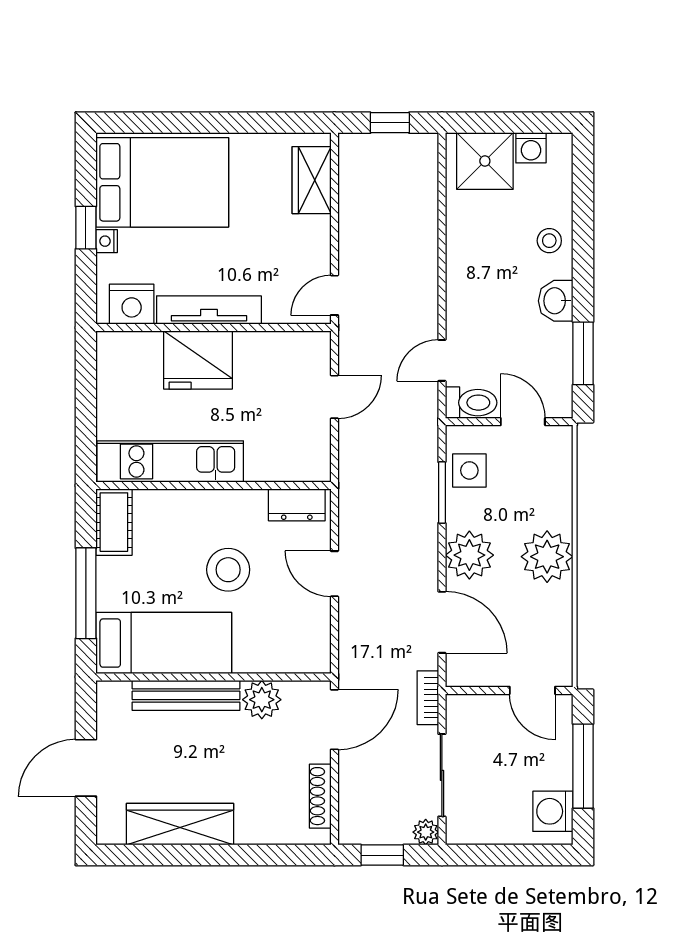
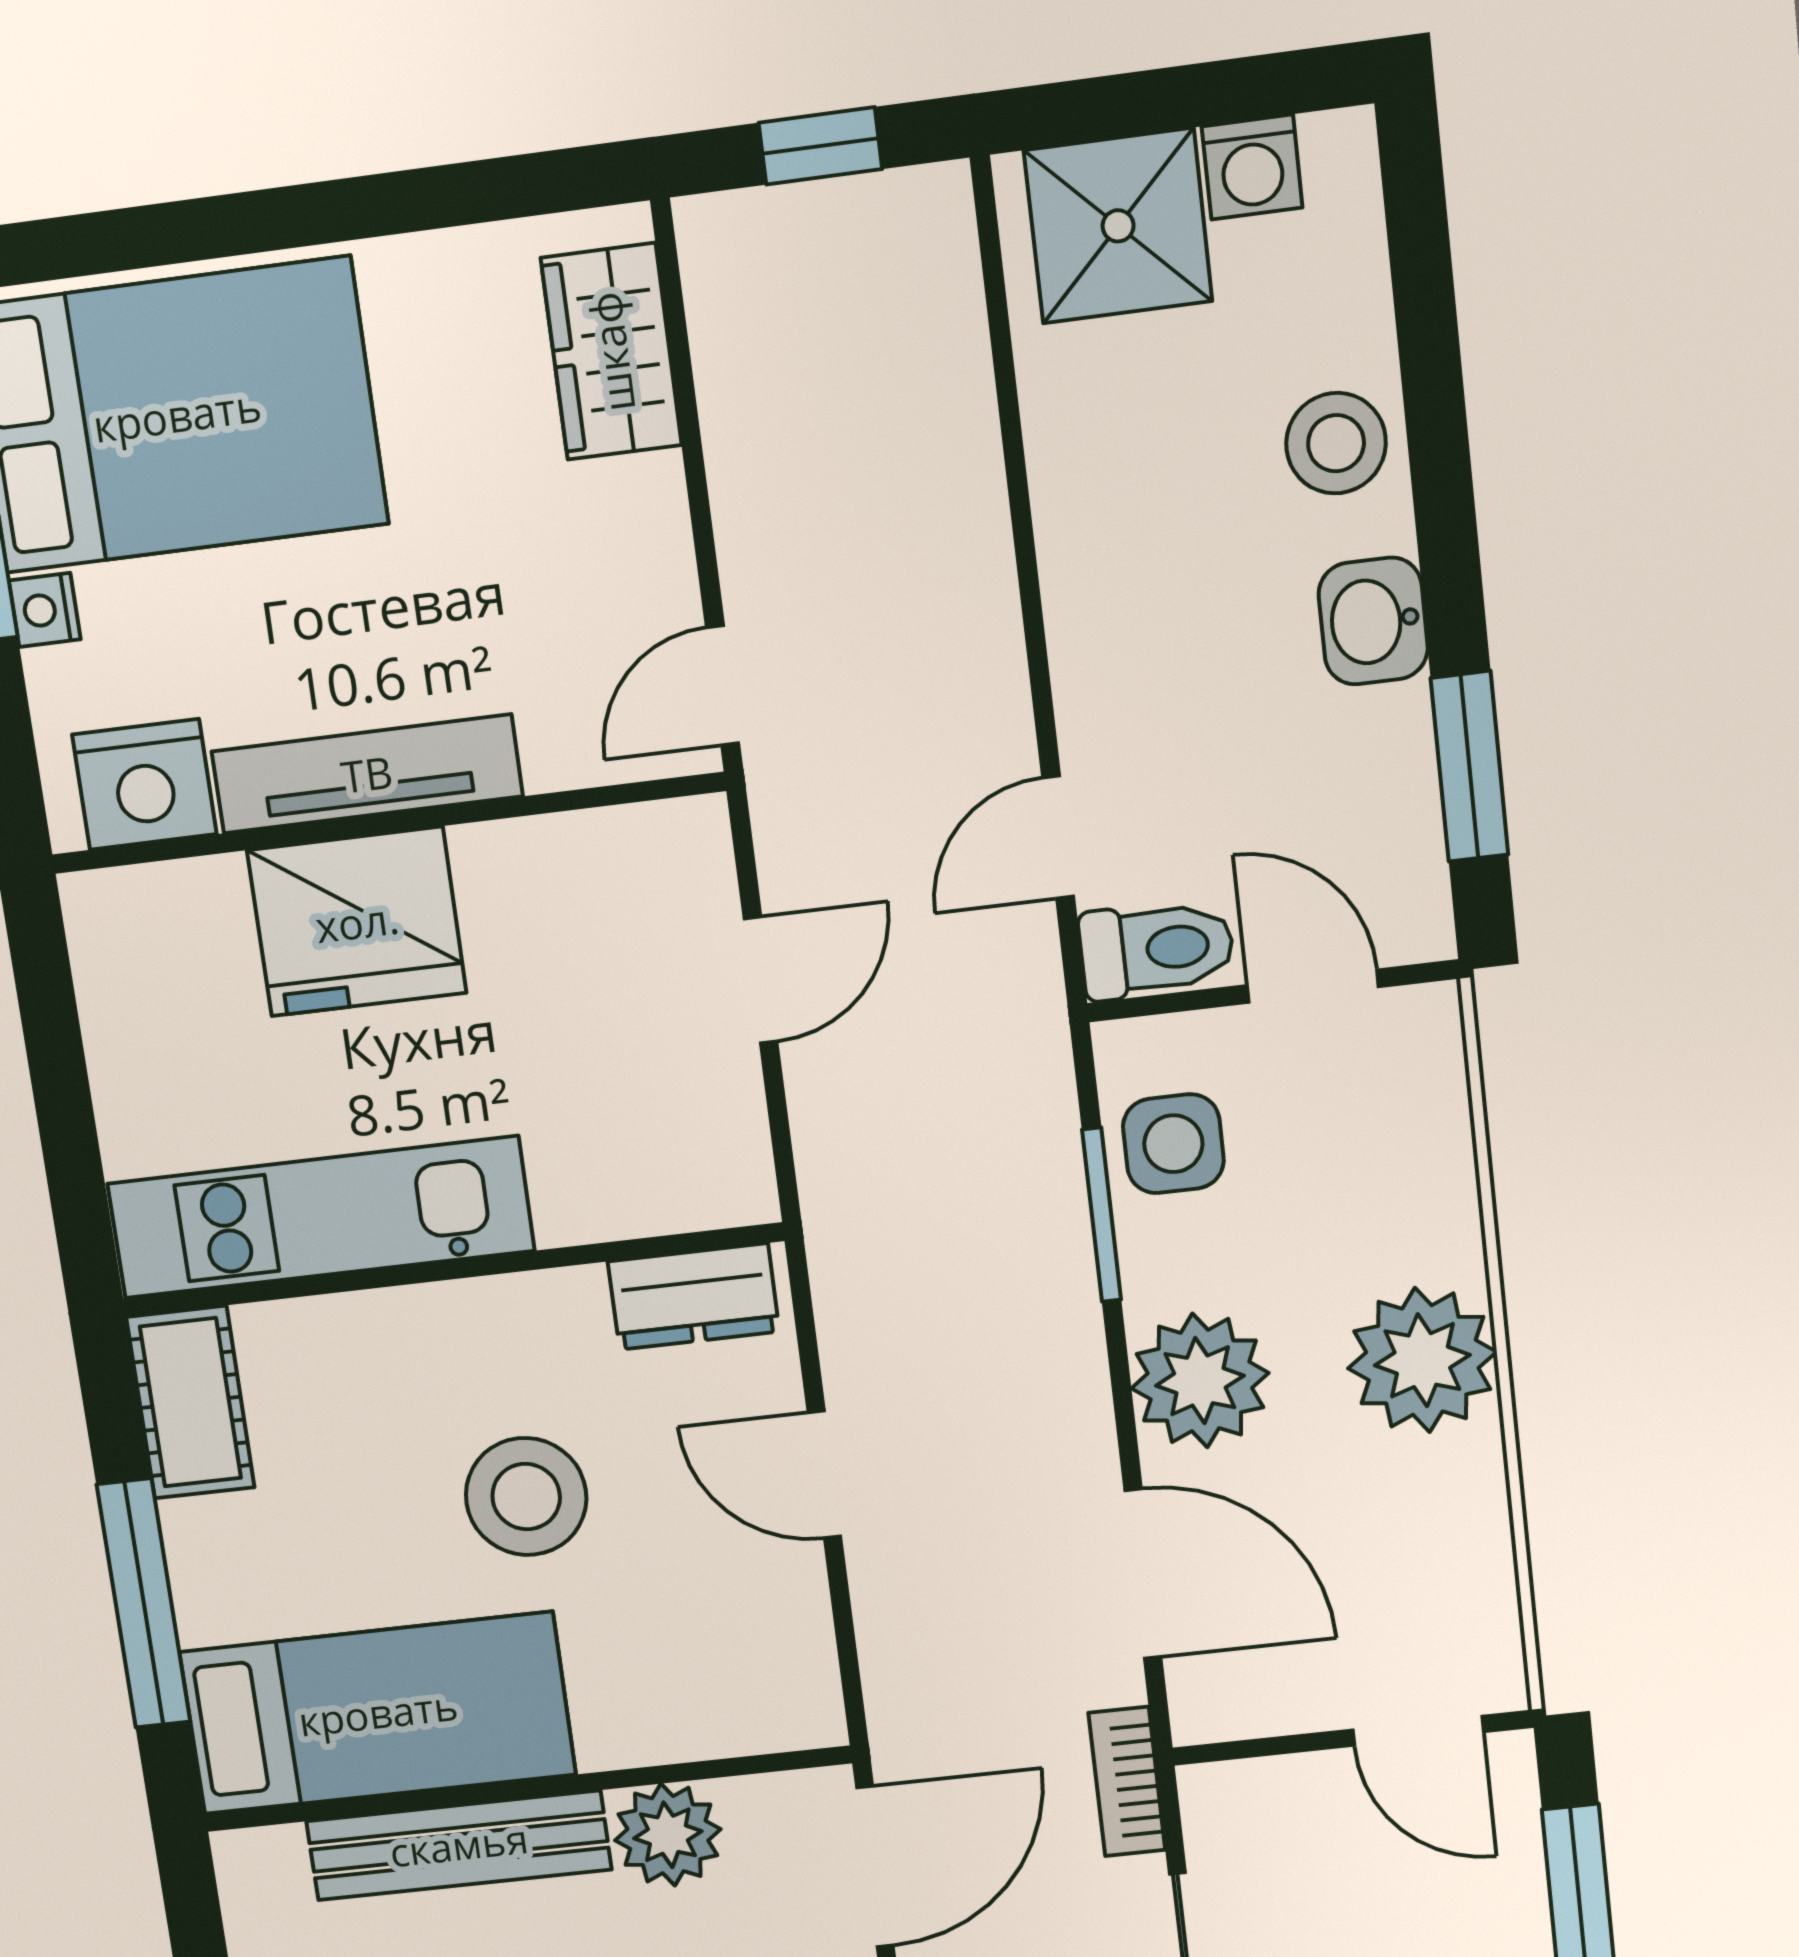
stool: (549, 241) -> (1336, 443), width x1.37, depth x1.37

